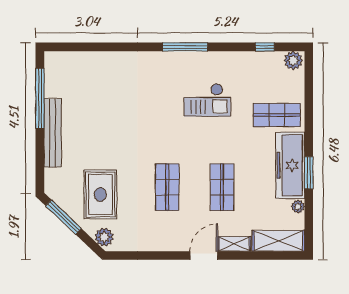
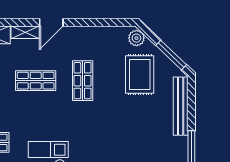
bench: (53, 133) -> (181, 106), moved
shop shelf: (222, 187) -> (36, 81), turned 90

